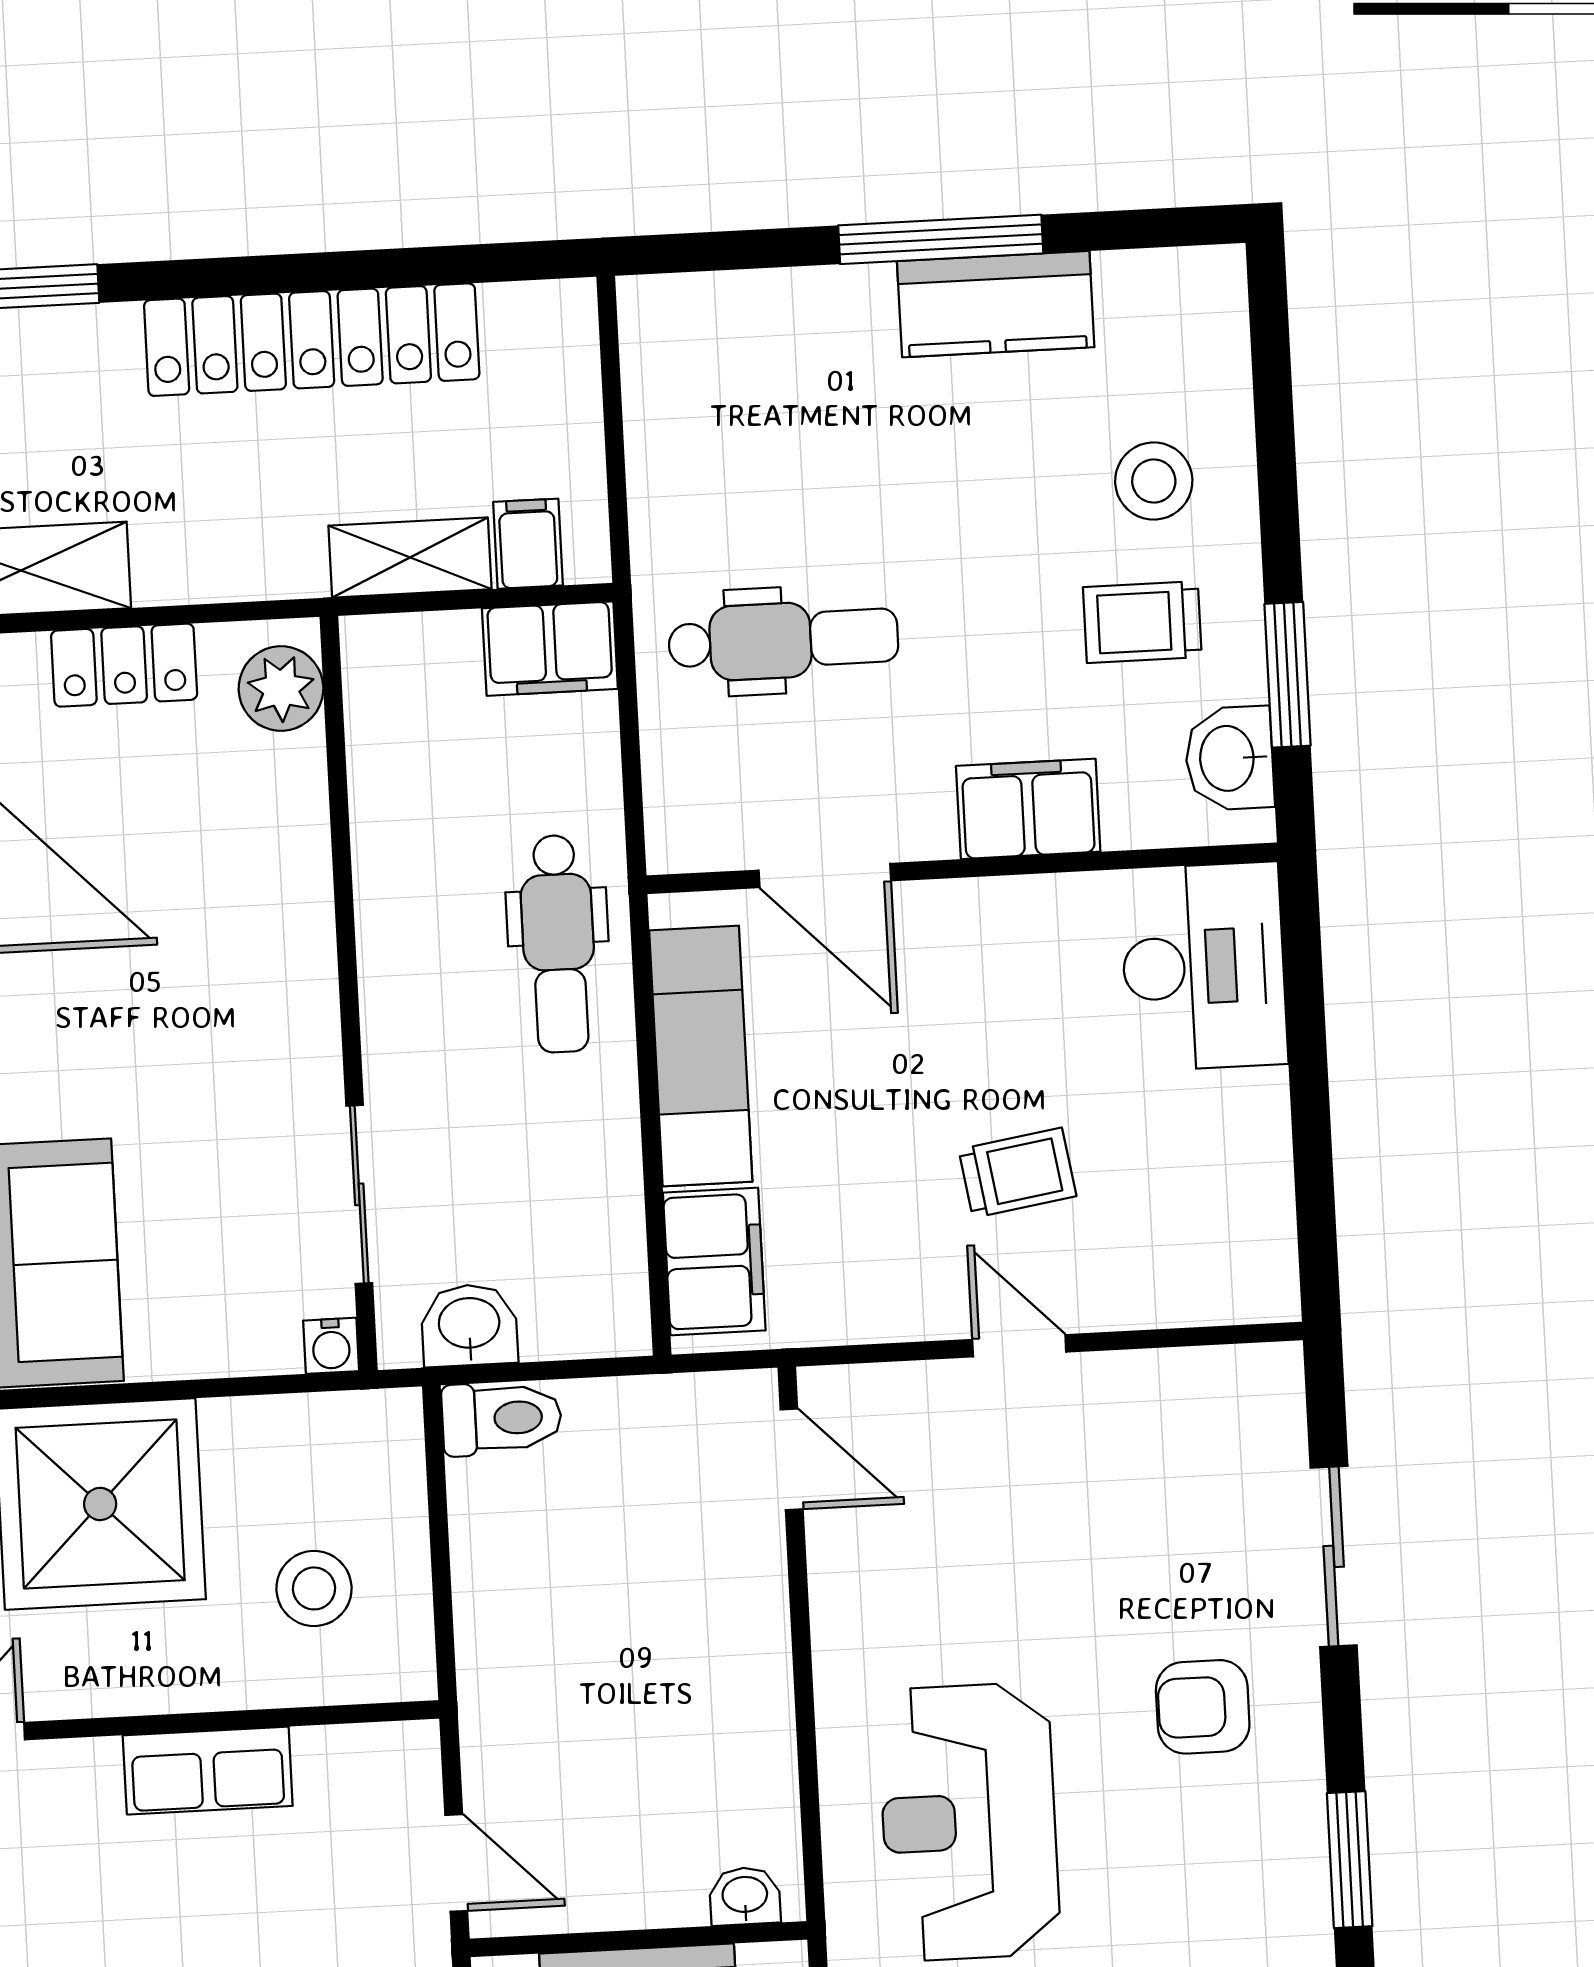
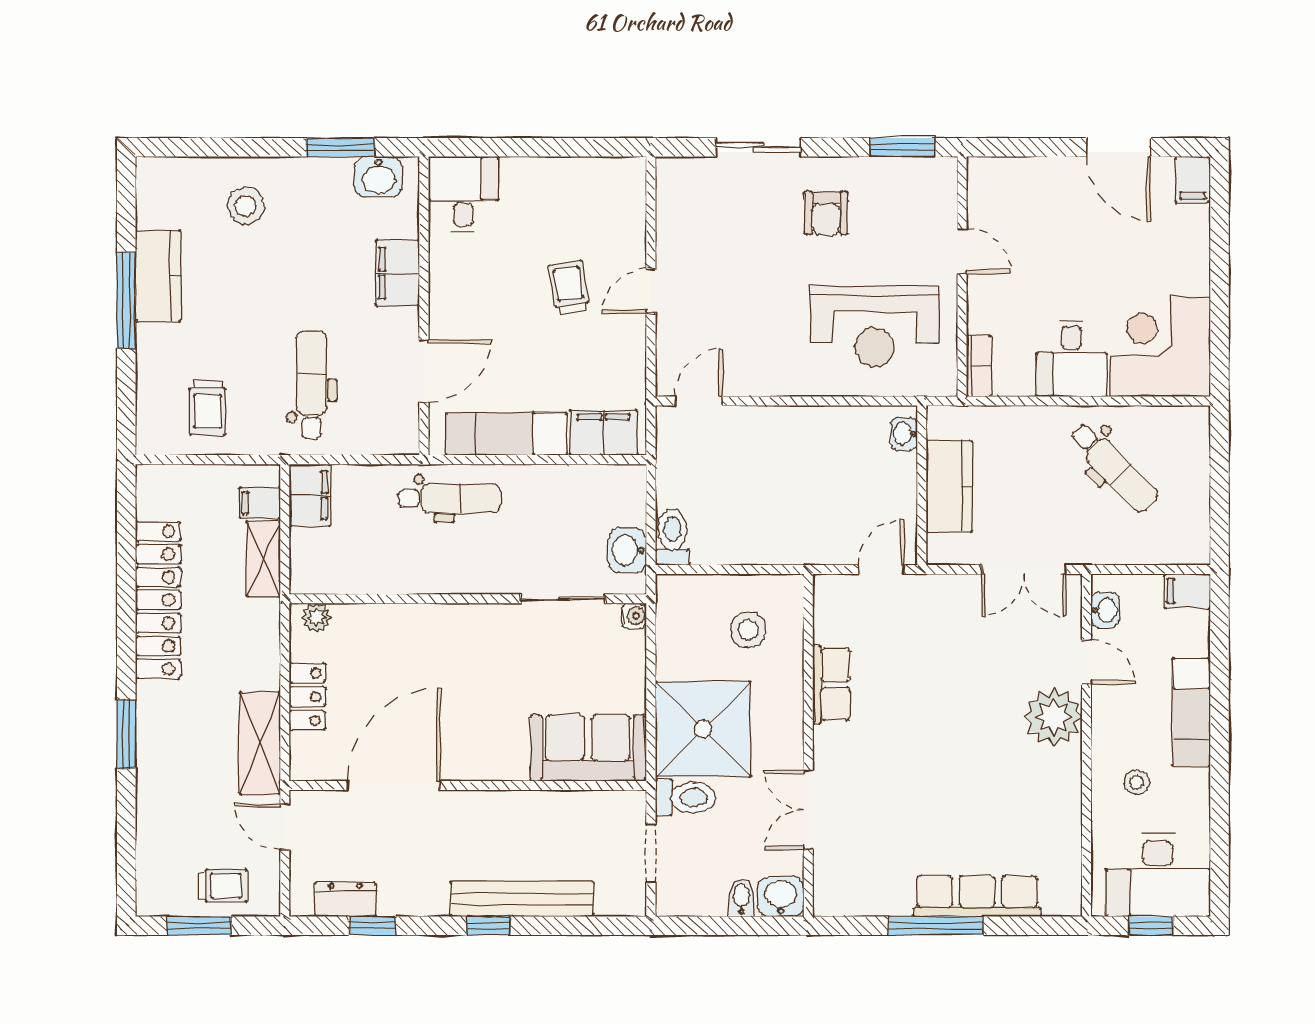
trolley: (1142, 622) -> (208, 408), moved
plant: (281, 689) -> (317, 618), width x0.73, depth x0.73
desk: (1204, 967) -> (463, 194), width x0.73

